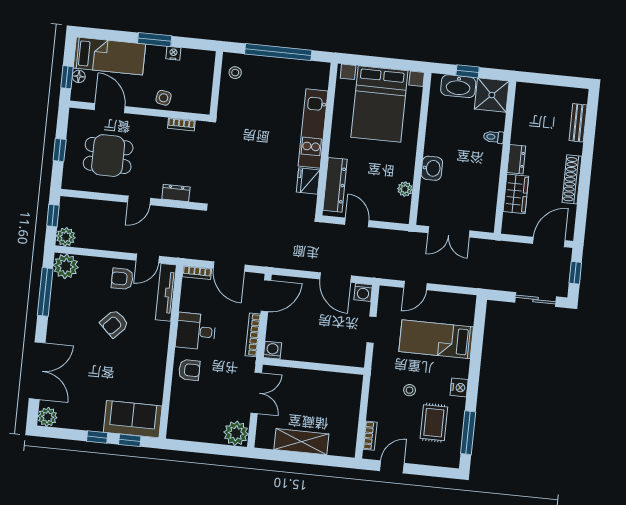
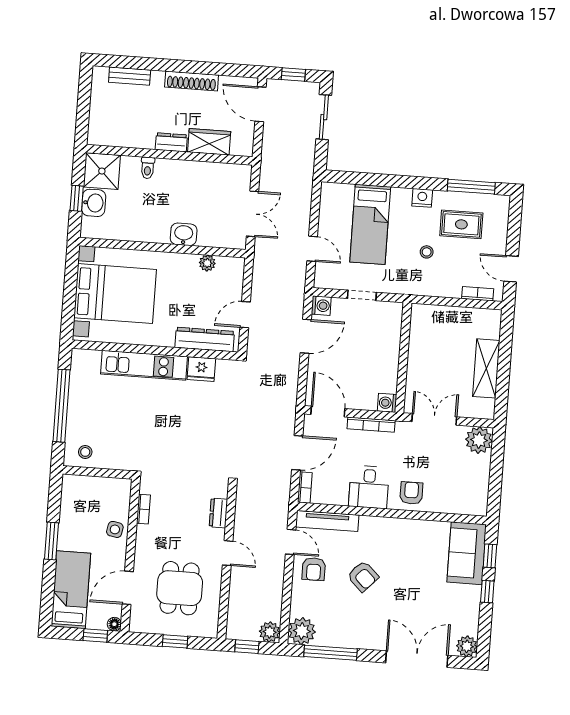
nightstand: (173, 53) -> (66, 520), removed
floor lamp: (79, 76) -> (114, 624), moved
washbasin: (458, 86) -> (94, 203), width x0.72

